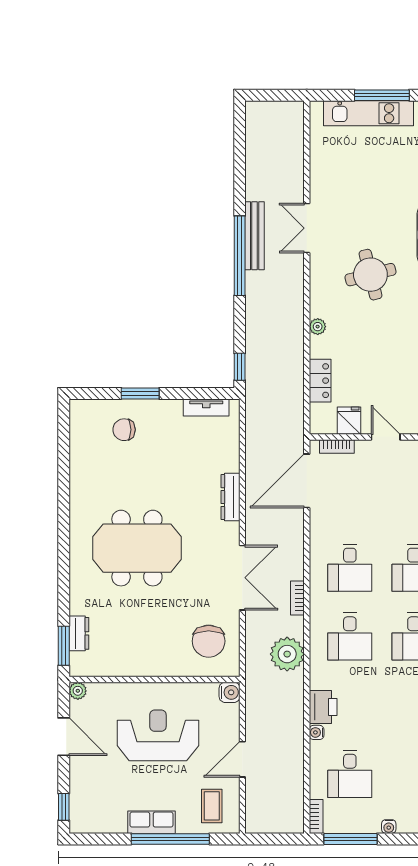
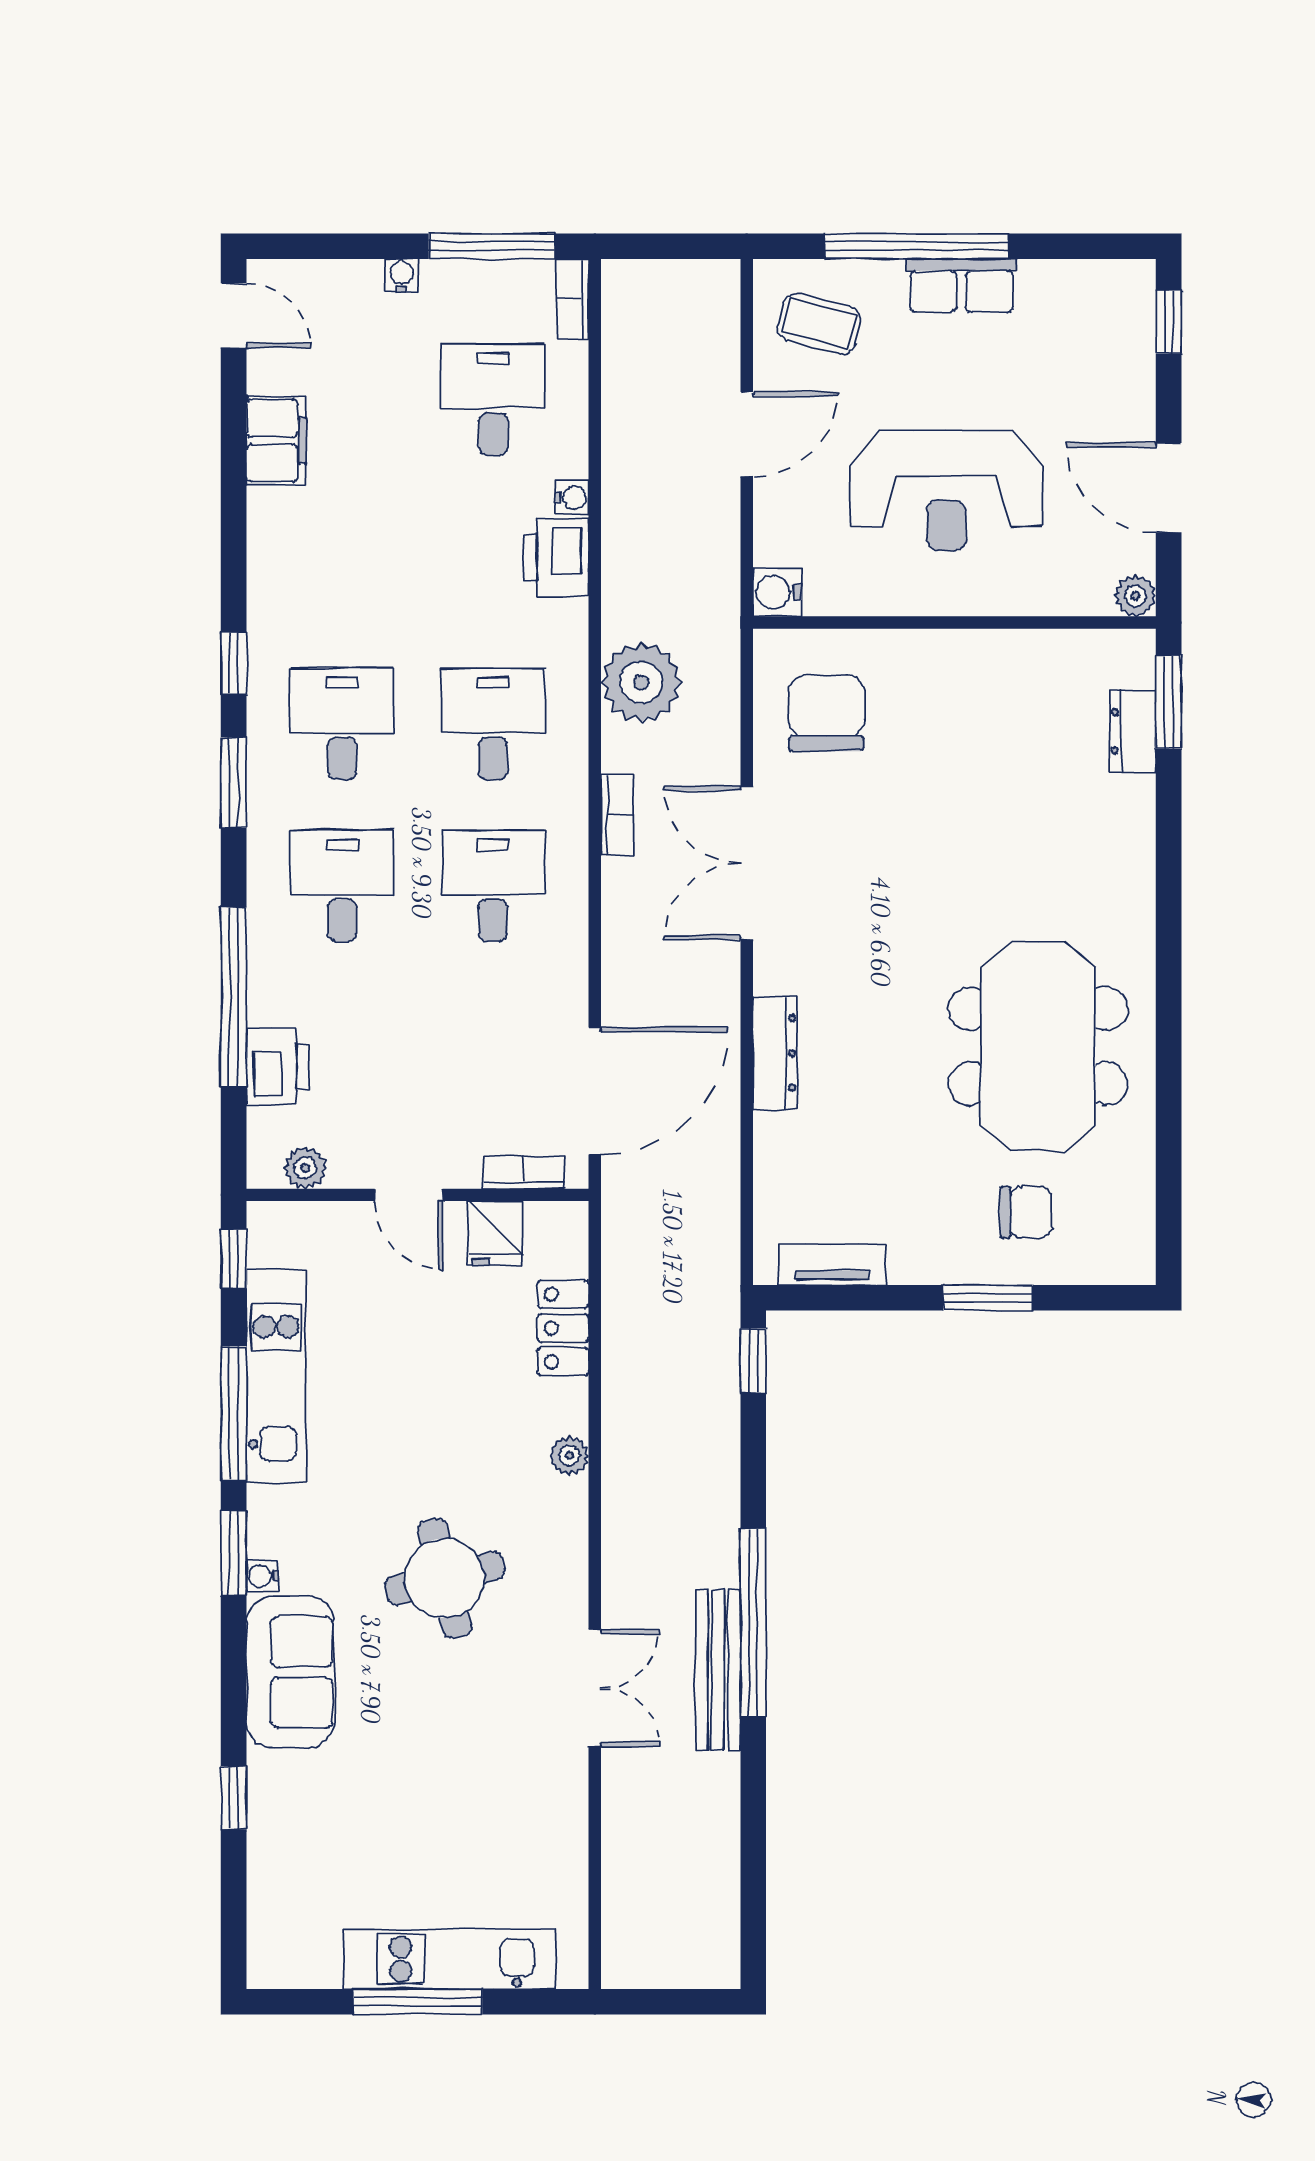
meeting table: (137, 548) -> (1038, 1046), moved, turned 90
coffee table: (212, 806) -> (819, 324), turned -75

